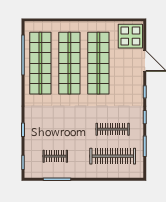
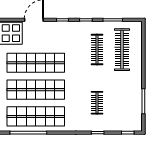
clothes rail: (55, 156) -> (97, 103), moved

